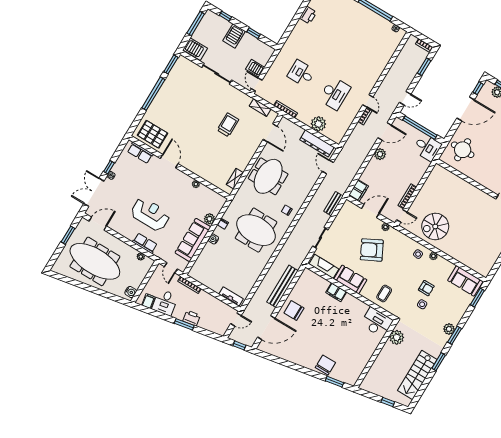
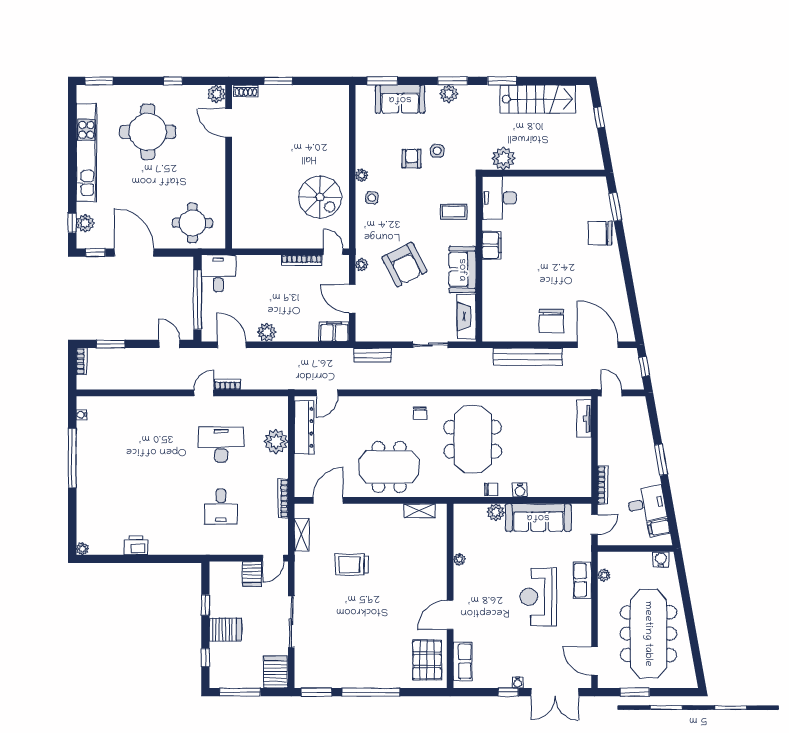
sofa: (465, 281) -> (400, 99), moved, turned 90
filing cabinet: (336, 292) -> (492, 245), moved
printer: (192, 318) -> (646, 455), removed

